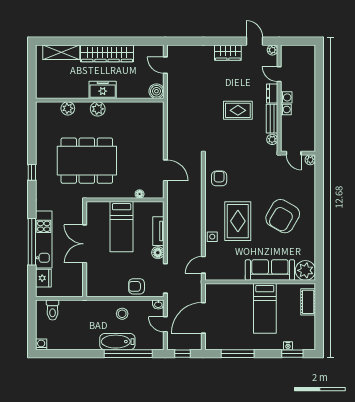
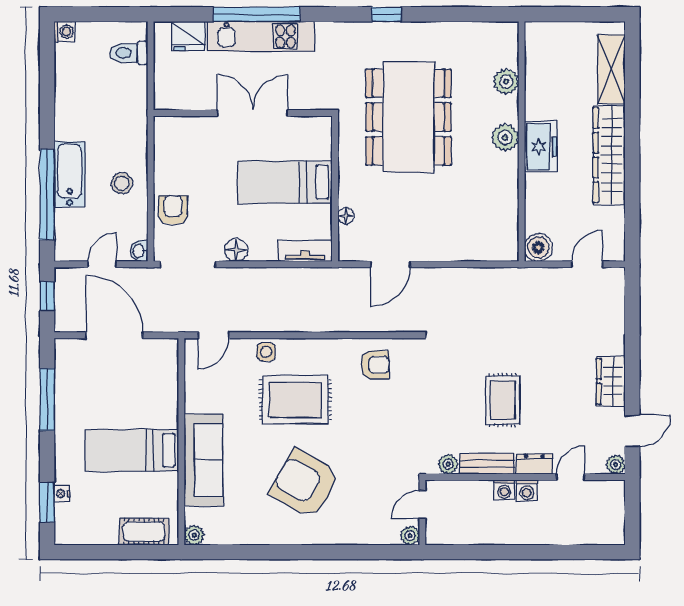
tv unit: (158, 231) -> (305, 251), moved
door: (203, 265) -> (214, 335), swing flipped
plant: (305, 270) -> (194, 535), width x0.53, depth x0.53

